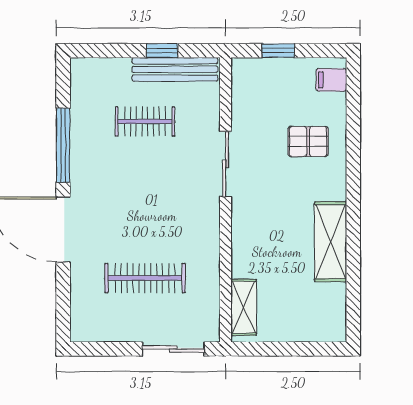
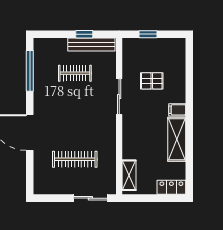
filing cabinet: (331, 80) -> (177, 110), moved
pallet: (308, 141) -> (152, 81), moved
window: (63, 145) -> (30, 71), moved
locker: (321, 329) -> (171, 187), added

